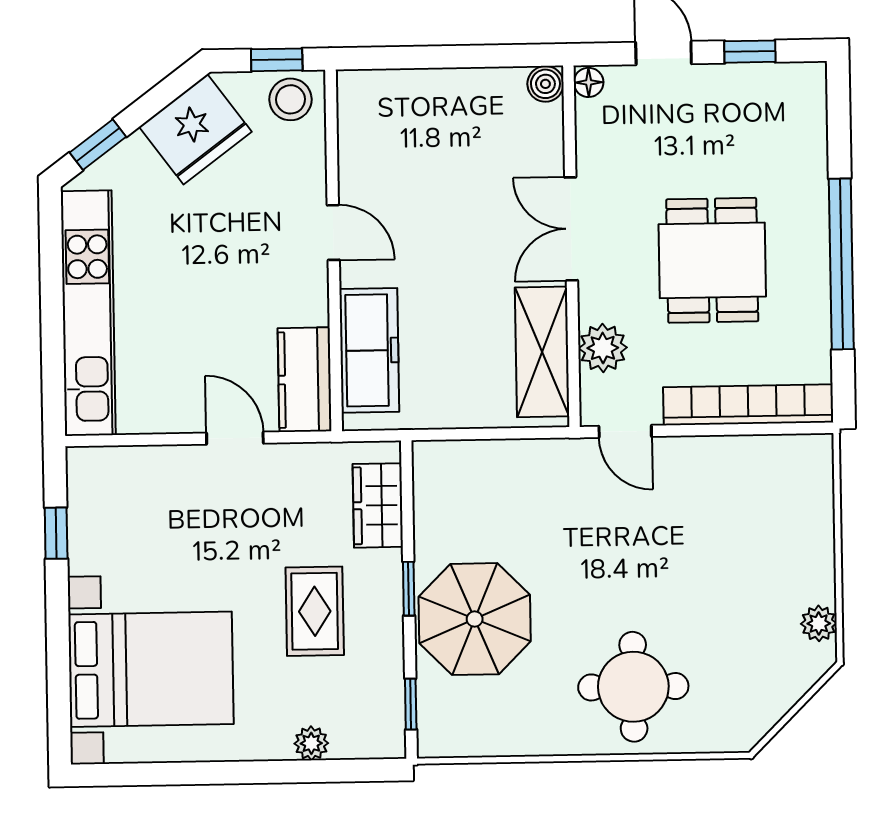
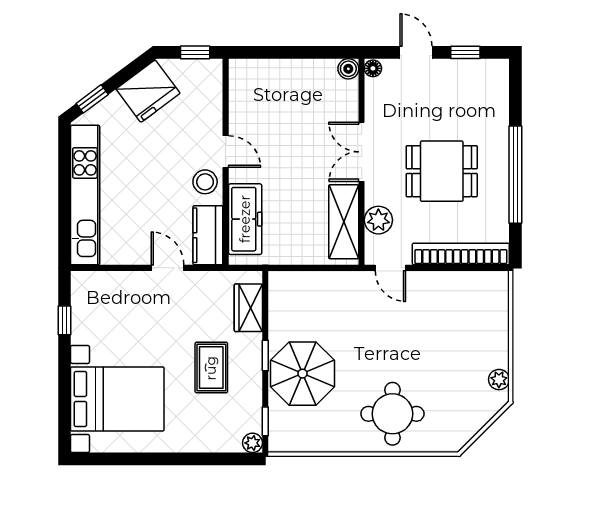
stool: (291, 99) -> (205, 182), moved
dining table: (712, 260) -> (442, 171), turned 90
plant: (311, 743) -> (252, 443), moved

